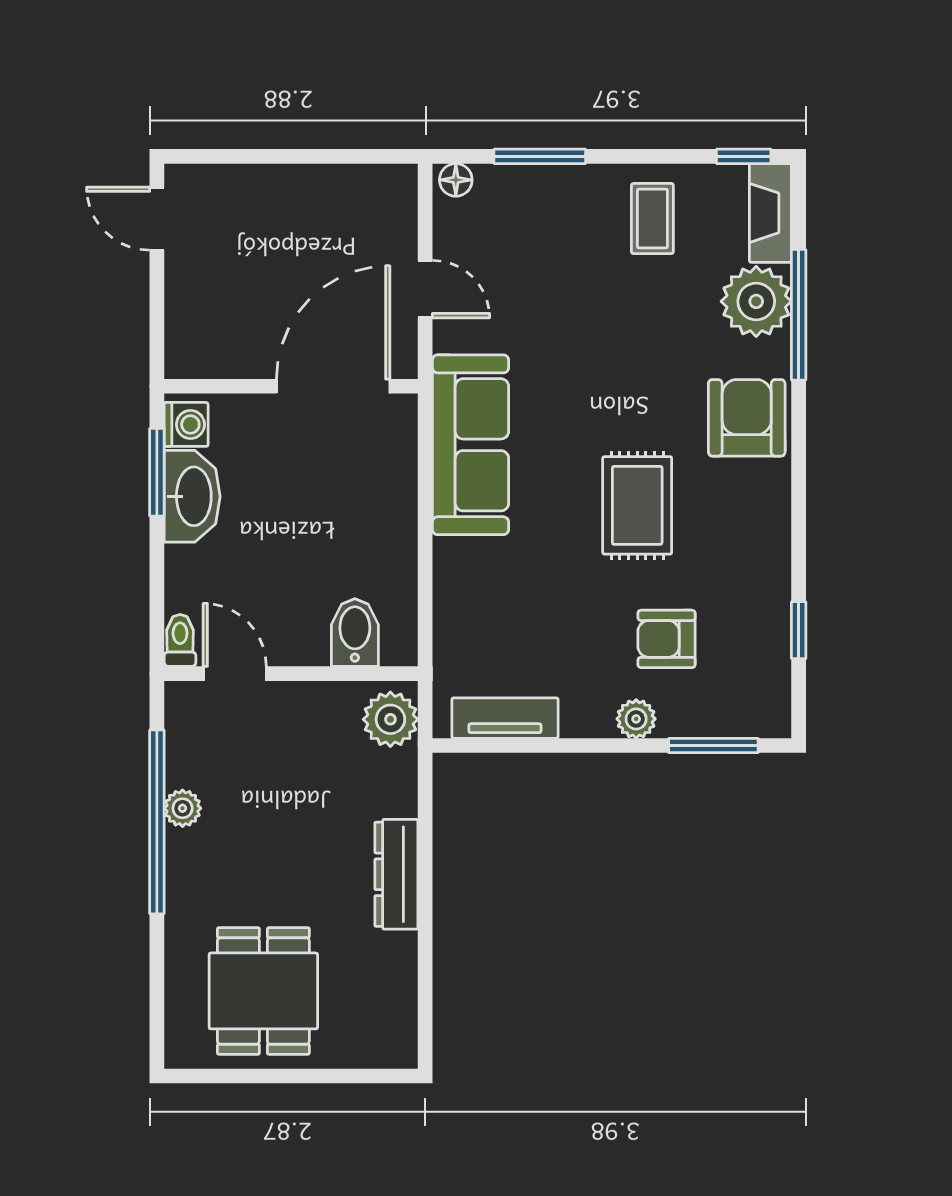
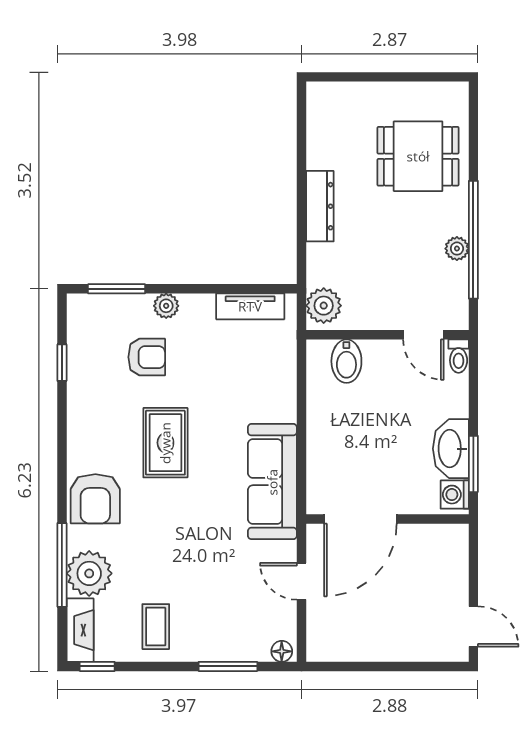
dining table: (263, 991) -> (418, 156), moved, turned 90

